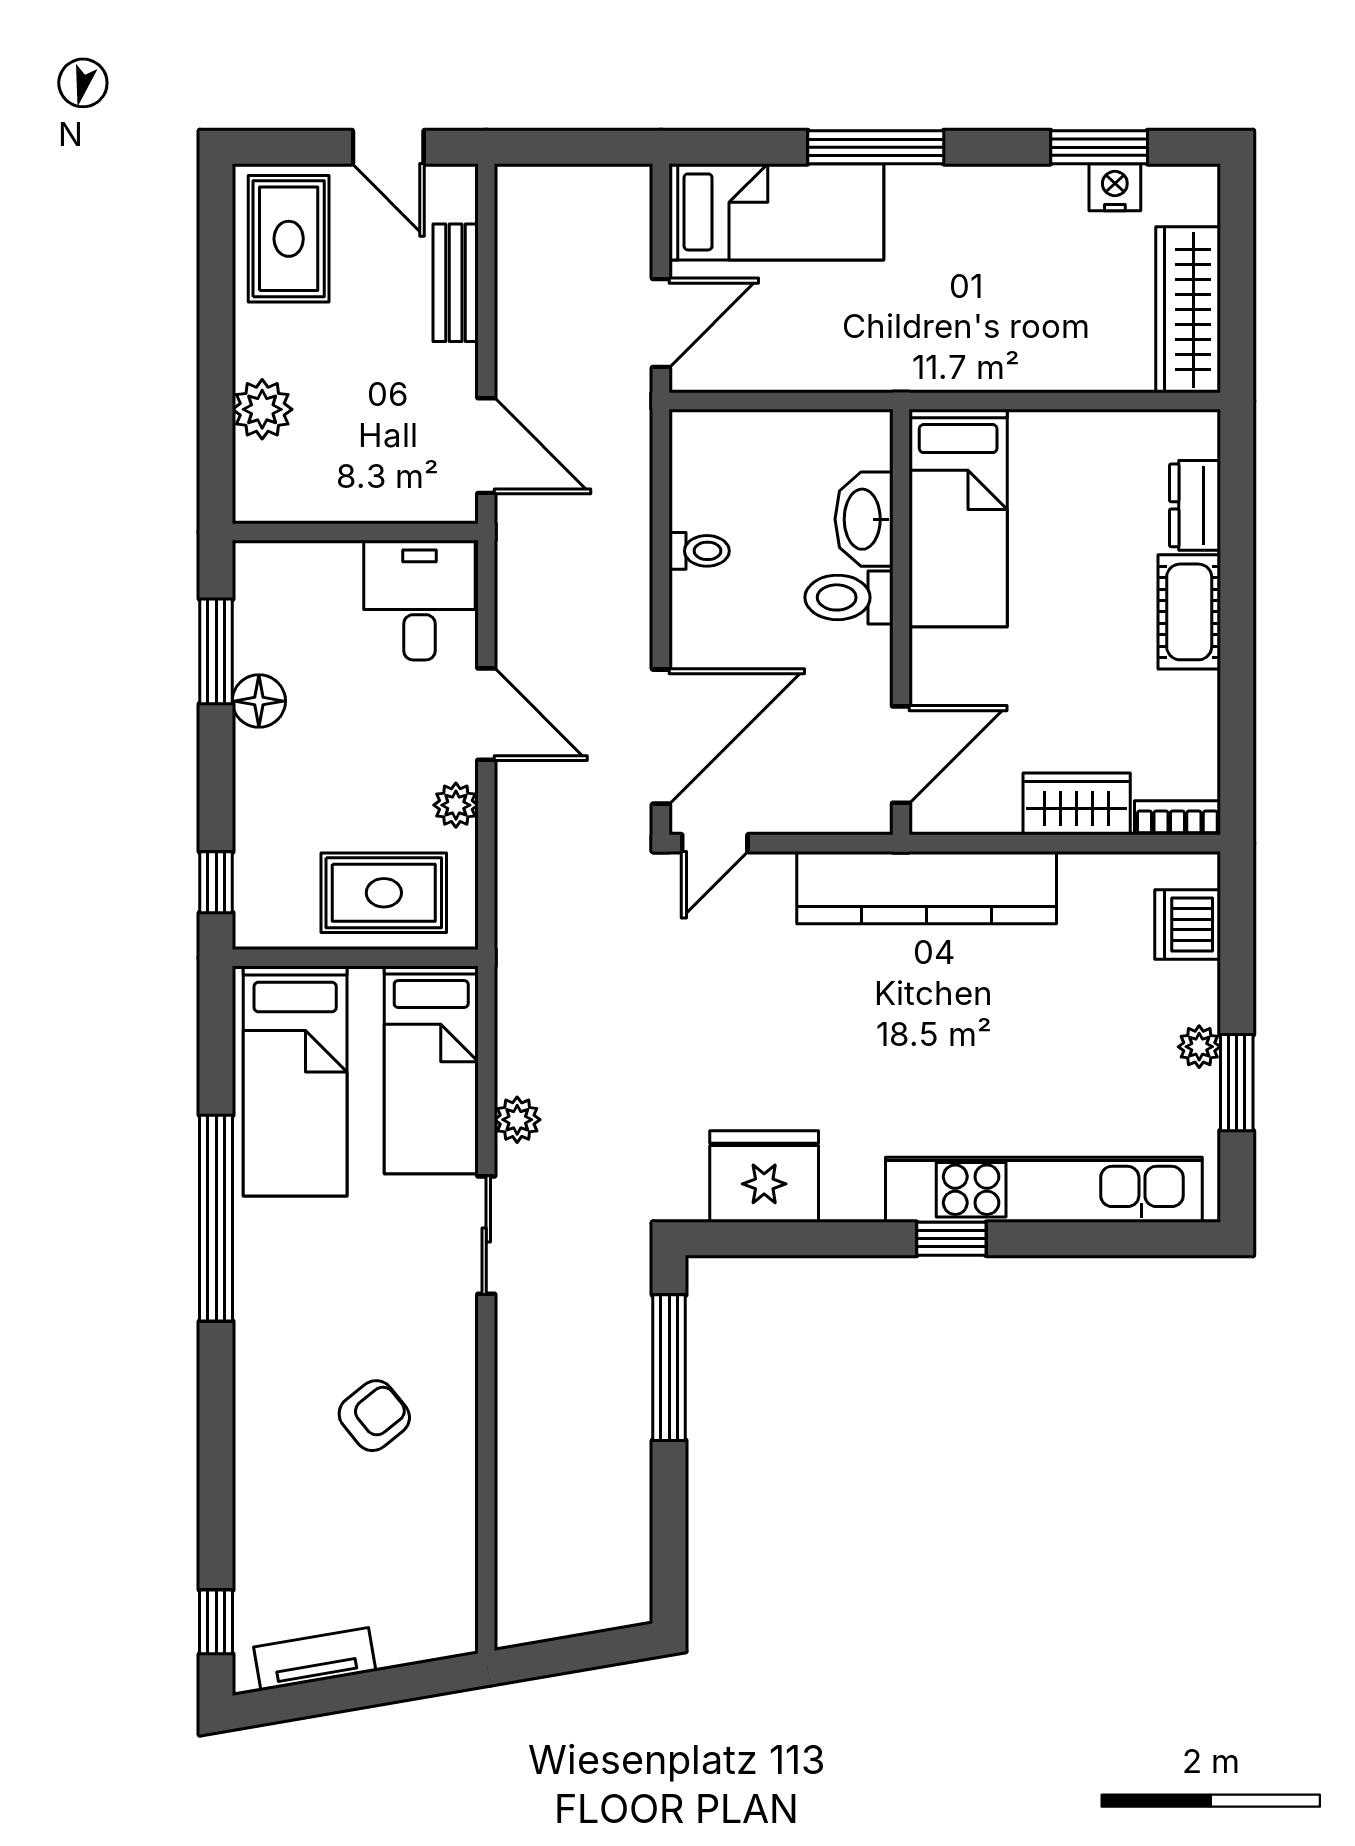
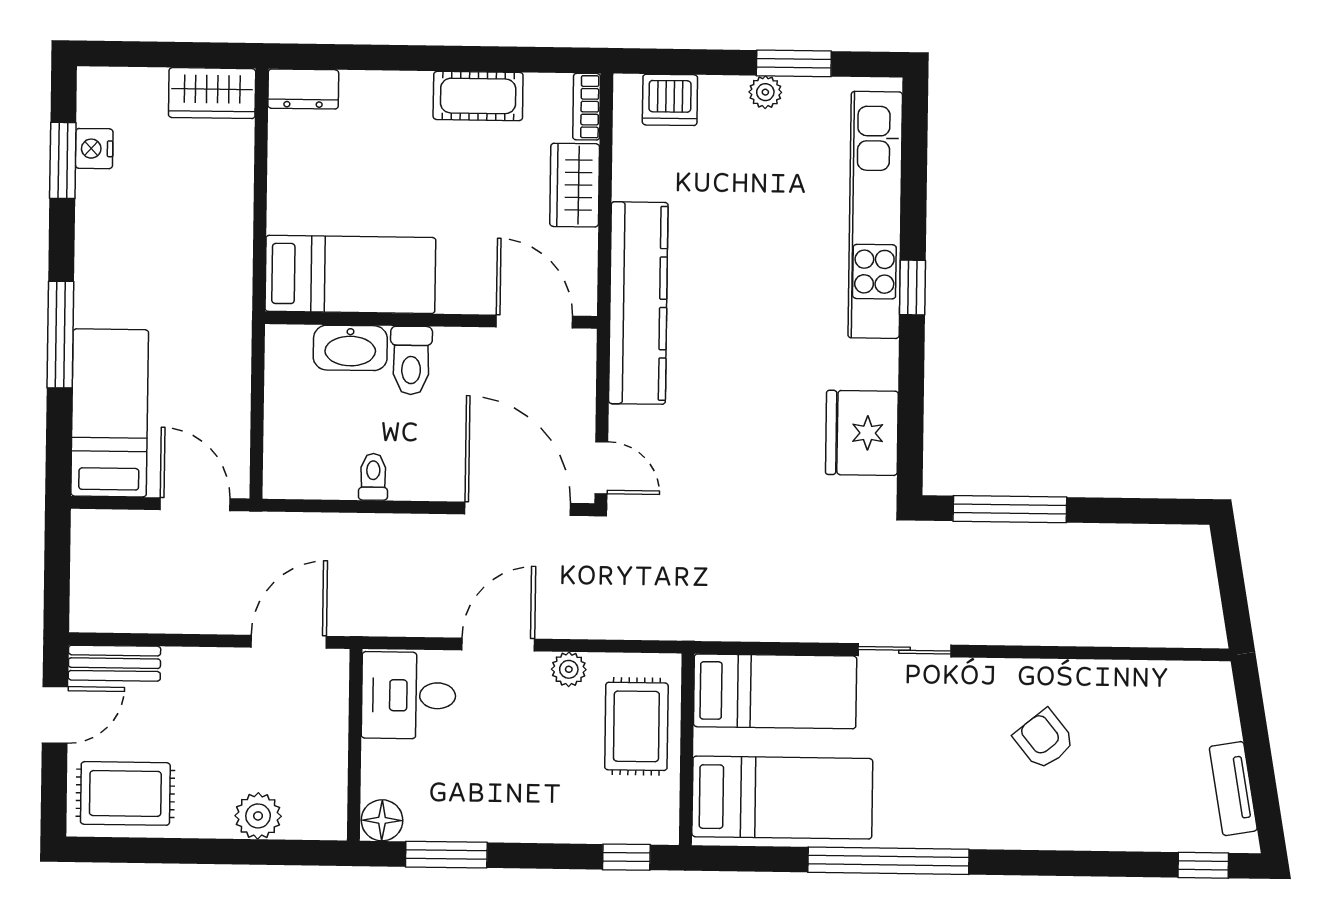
bench: (456, 283) -> (114, 663), moved
wardrobe: (1188, 310) -> (212, 93), width x0.67
dresser: (1195, 505) -> (303, 89), moved
cot: (1189, 612) -> (478, 96), moved
floor lamp: (259, 701) -> (382, 820), moved
plant: (517, 1120) -> (815, 625), removed

